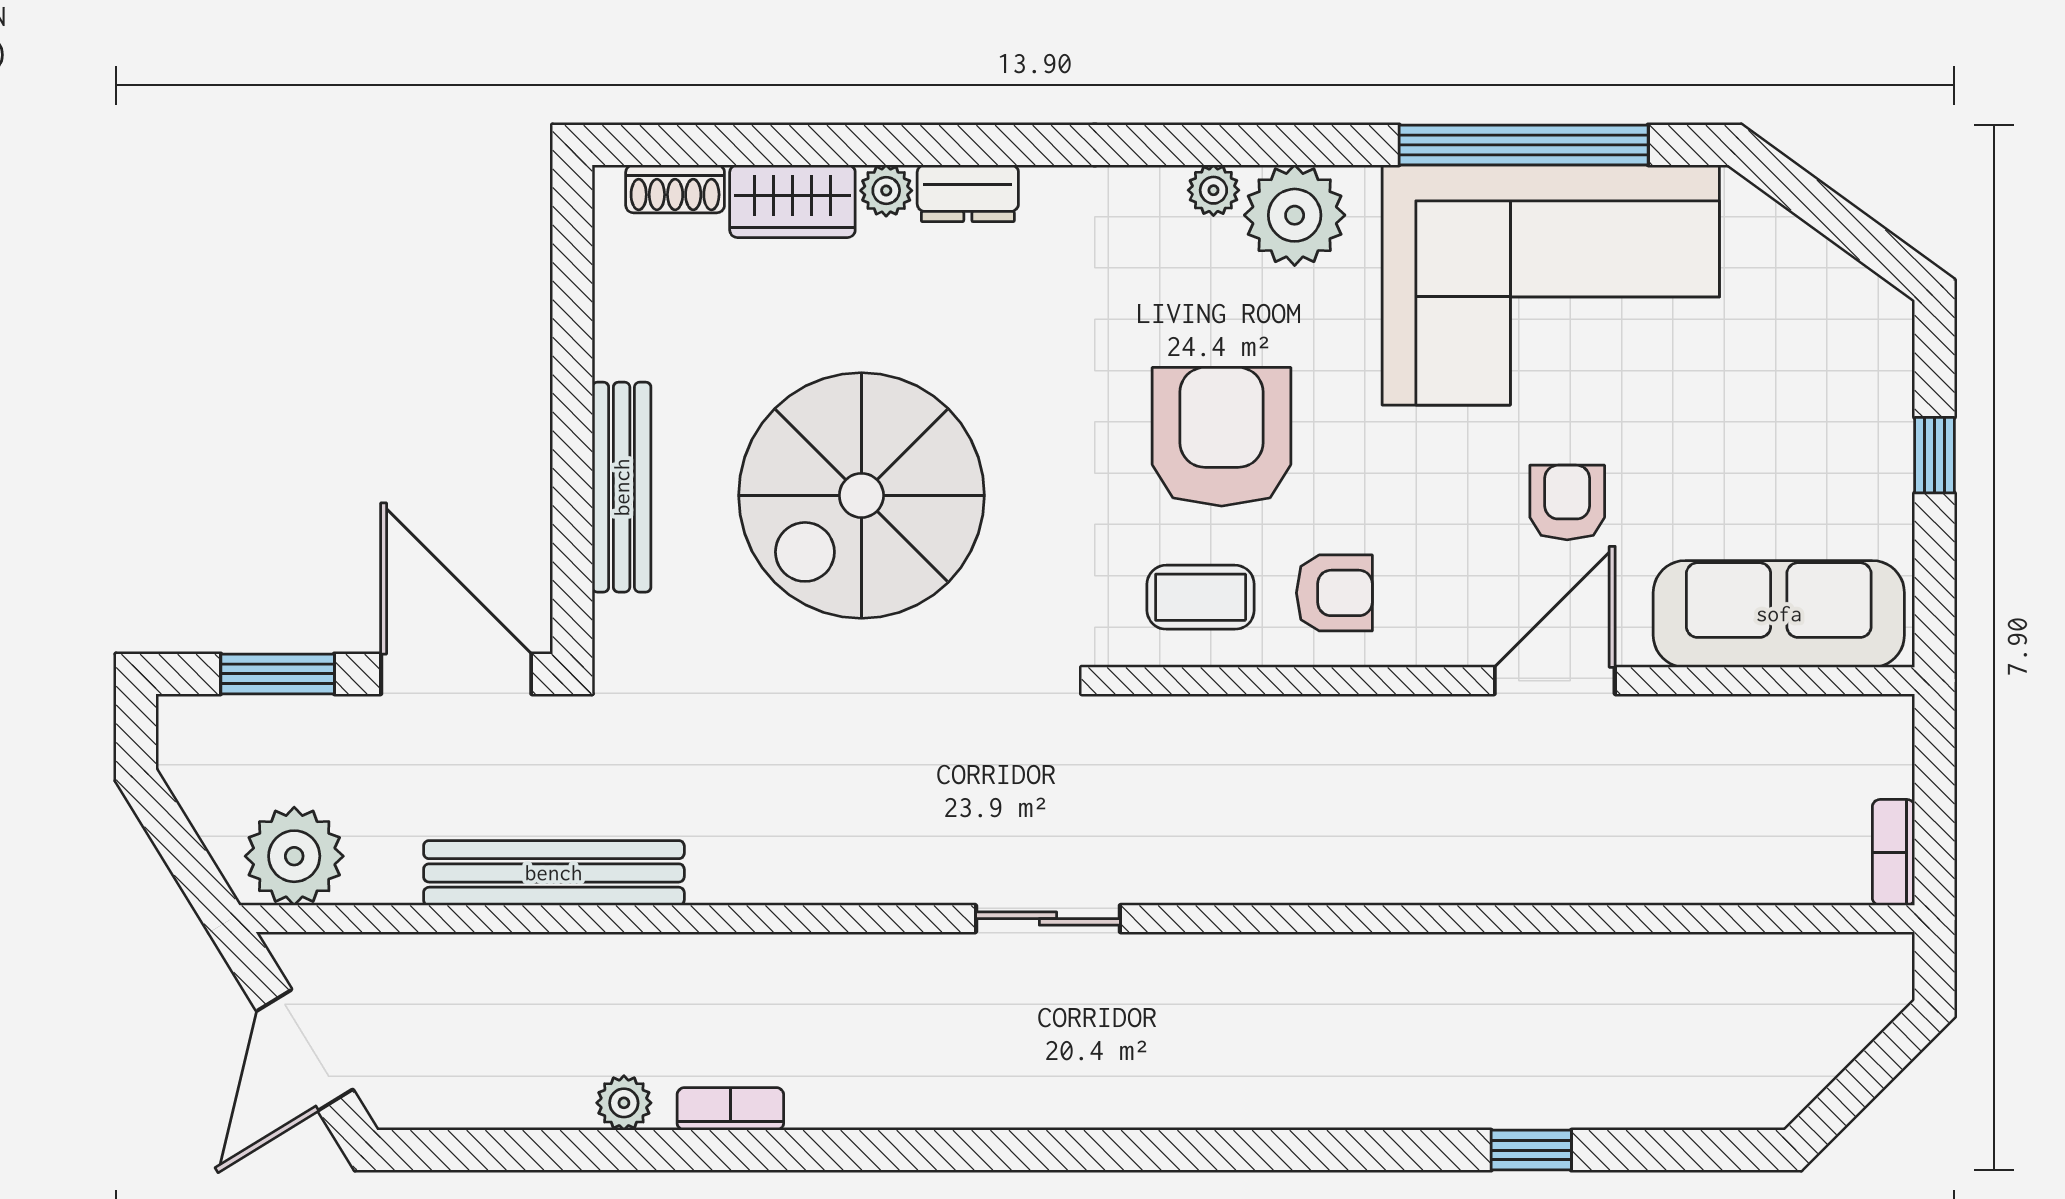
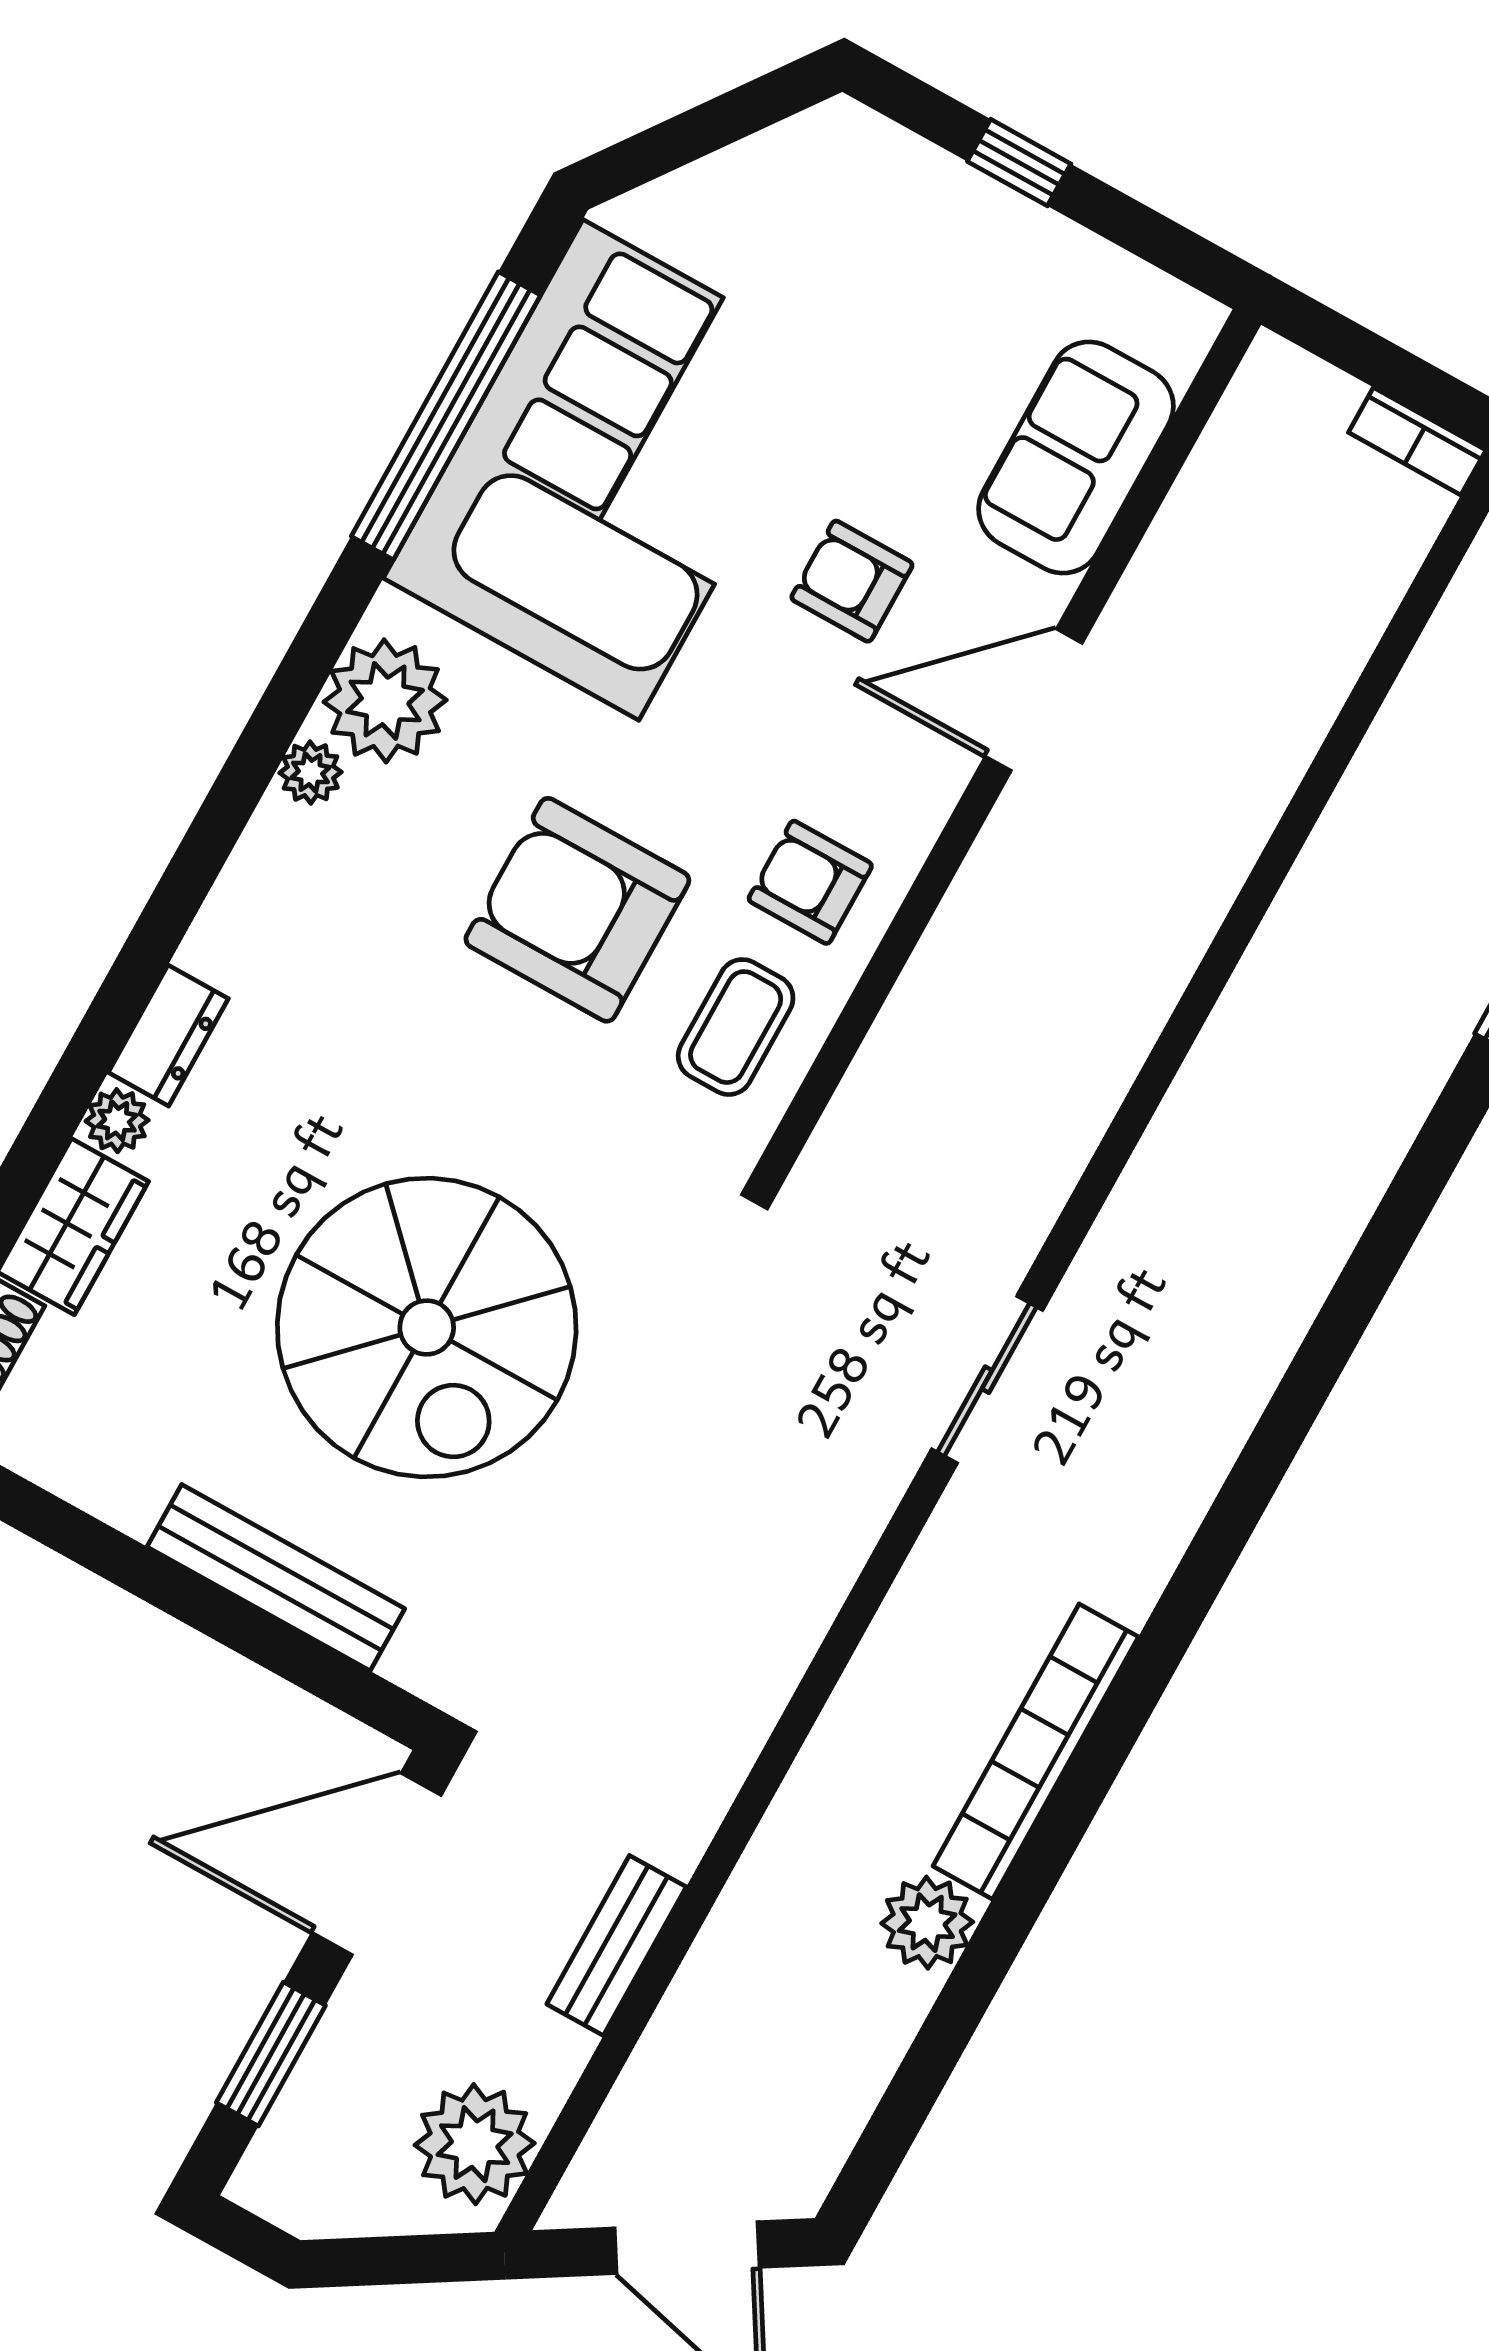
armchair: (1334, 593) -> (810, 882), turned -90
sofa: (1779, 614) -> (1076, 458), width x0.73
door: (1555, 681) -> (1034, 700), hinge flipped
bench: (554, 873) -> (616, 1946), width x0.54, depth x0.82
plant: (624, 1103) -> (927, 1923), width x1.38, depth x1.38
bookcase: (730, 1109) -> (1036, 1752), width x2.31, depth x1.31

